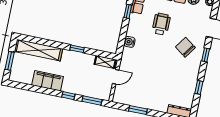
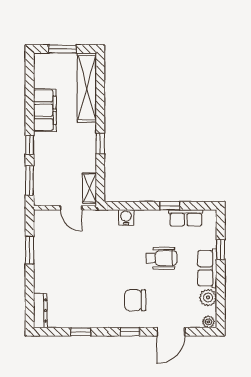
chair: (185, 47) -> (135, 300), turned -125

